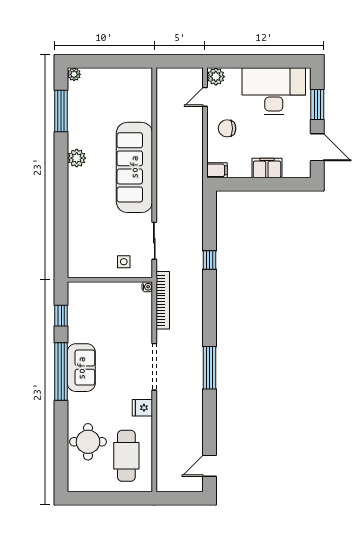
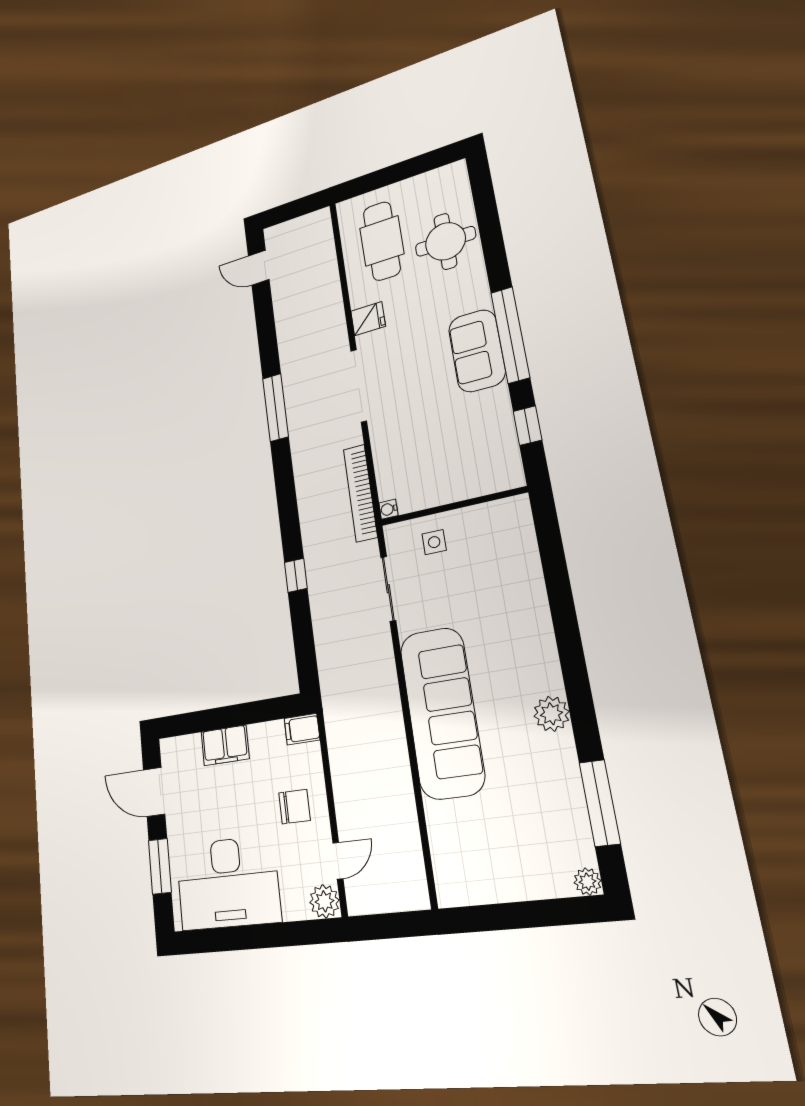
door: (209, 466) -> (259, 268), swing flipped

